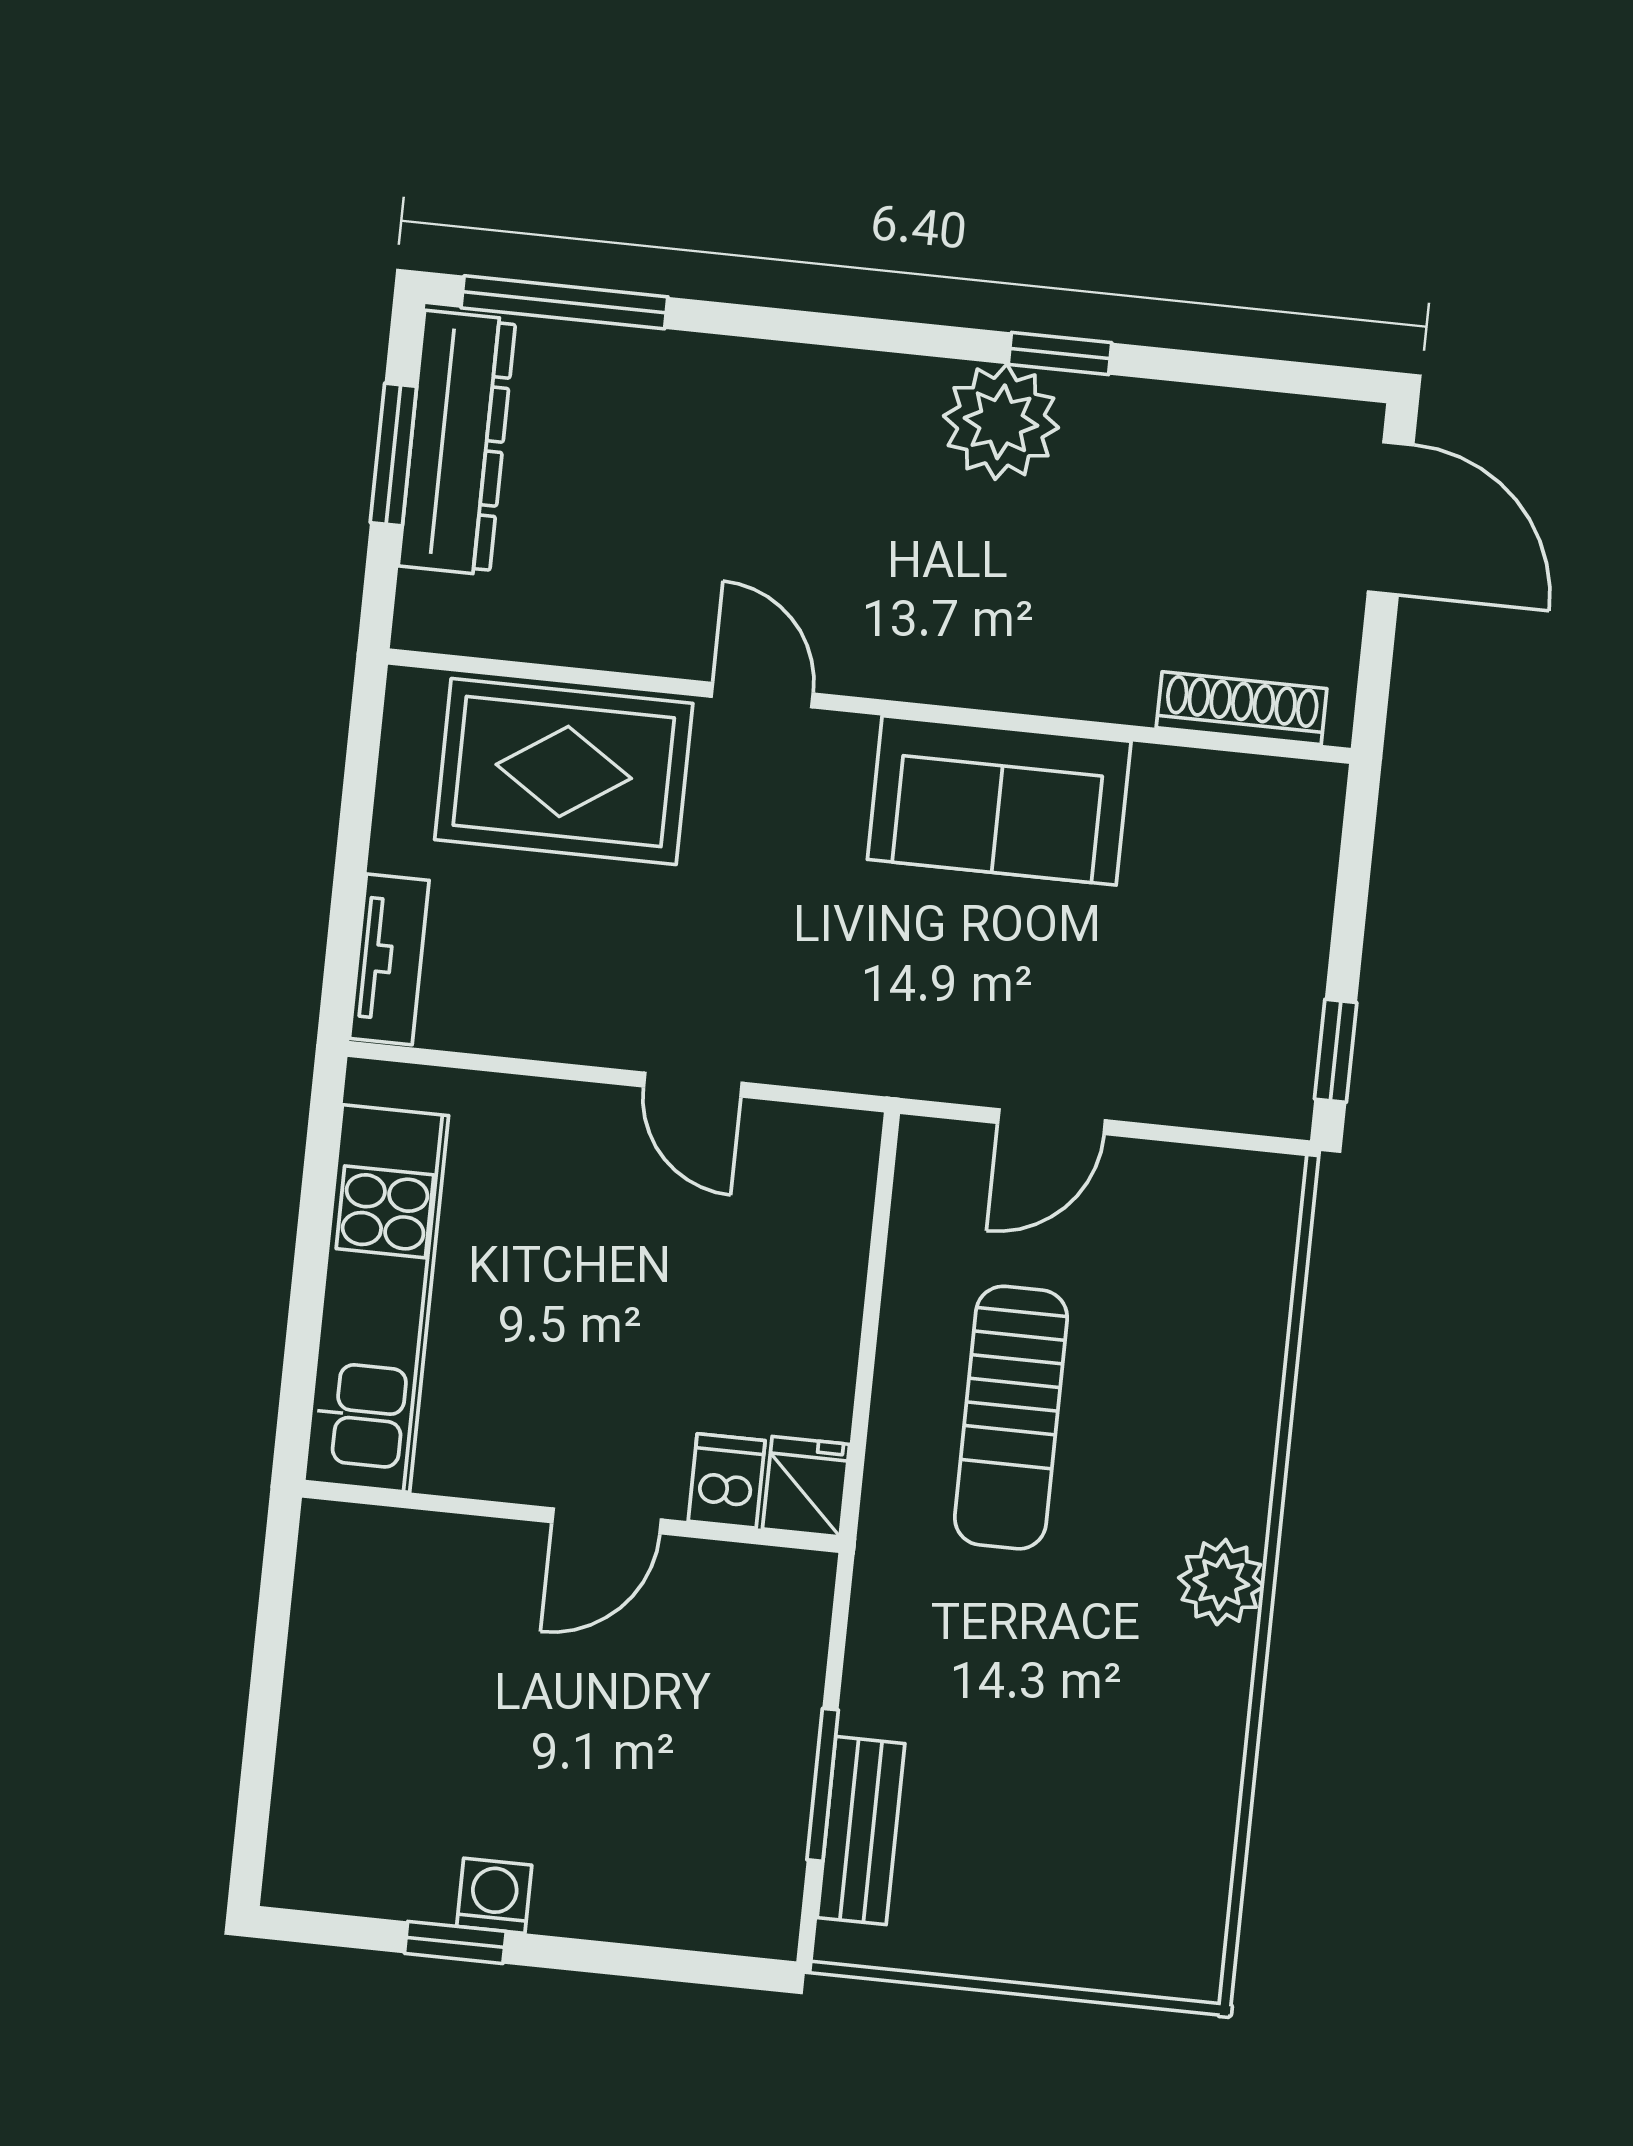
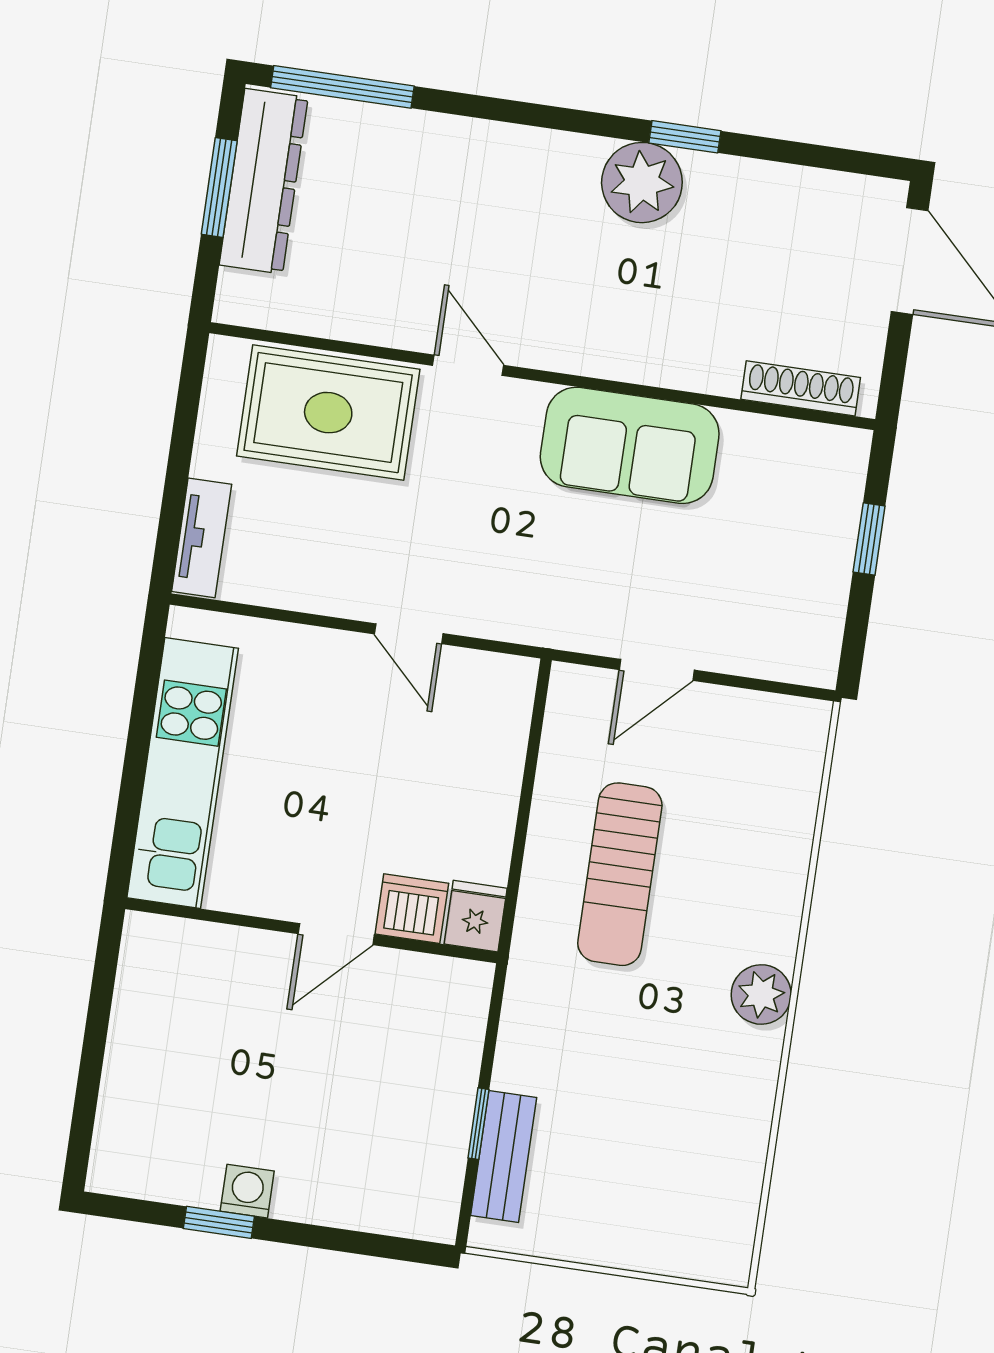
window: (1336, 1051) -> (869, 539), moved
dishwasher: (727, 1481) -> (412, 909), width x1.38
window: (823, 1785) -> (478, 1124), width x0.67

